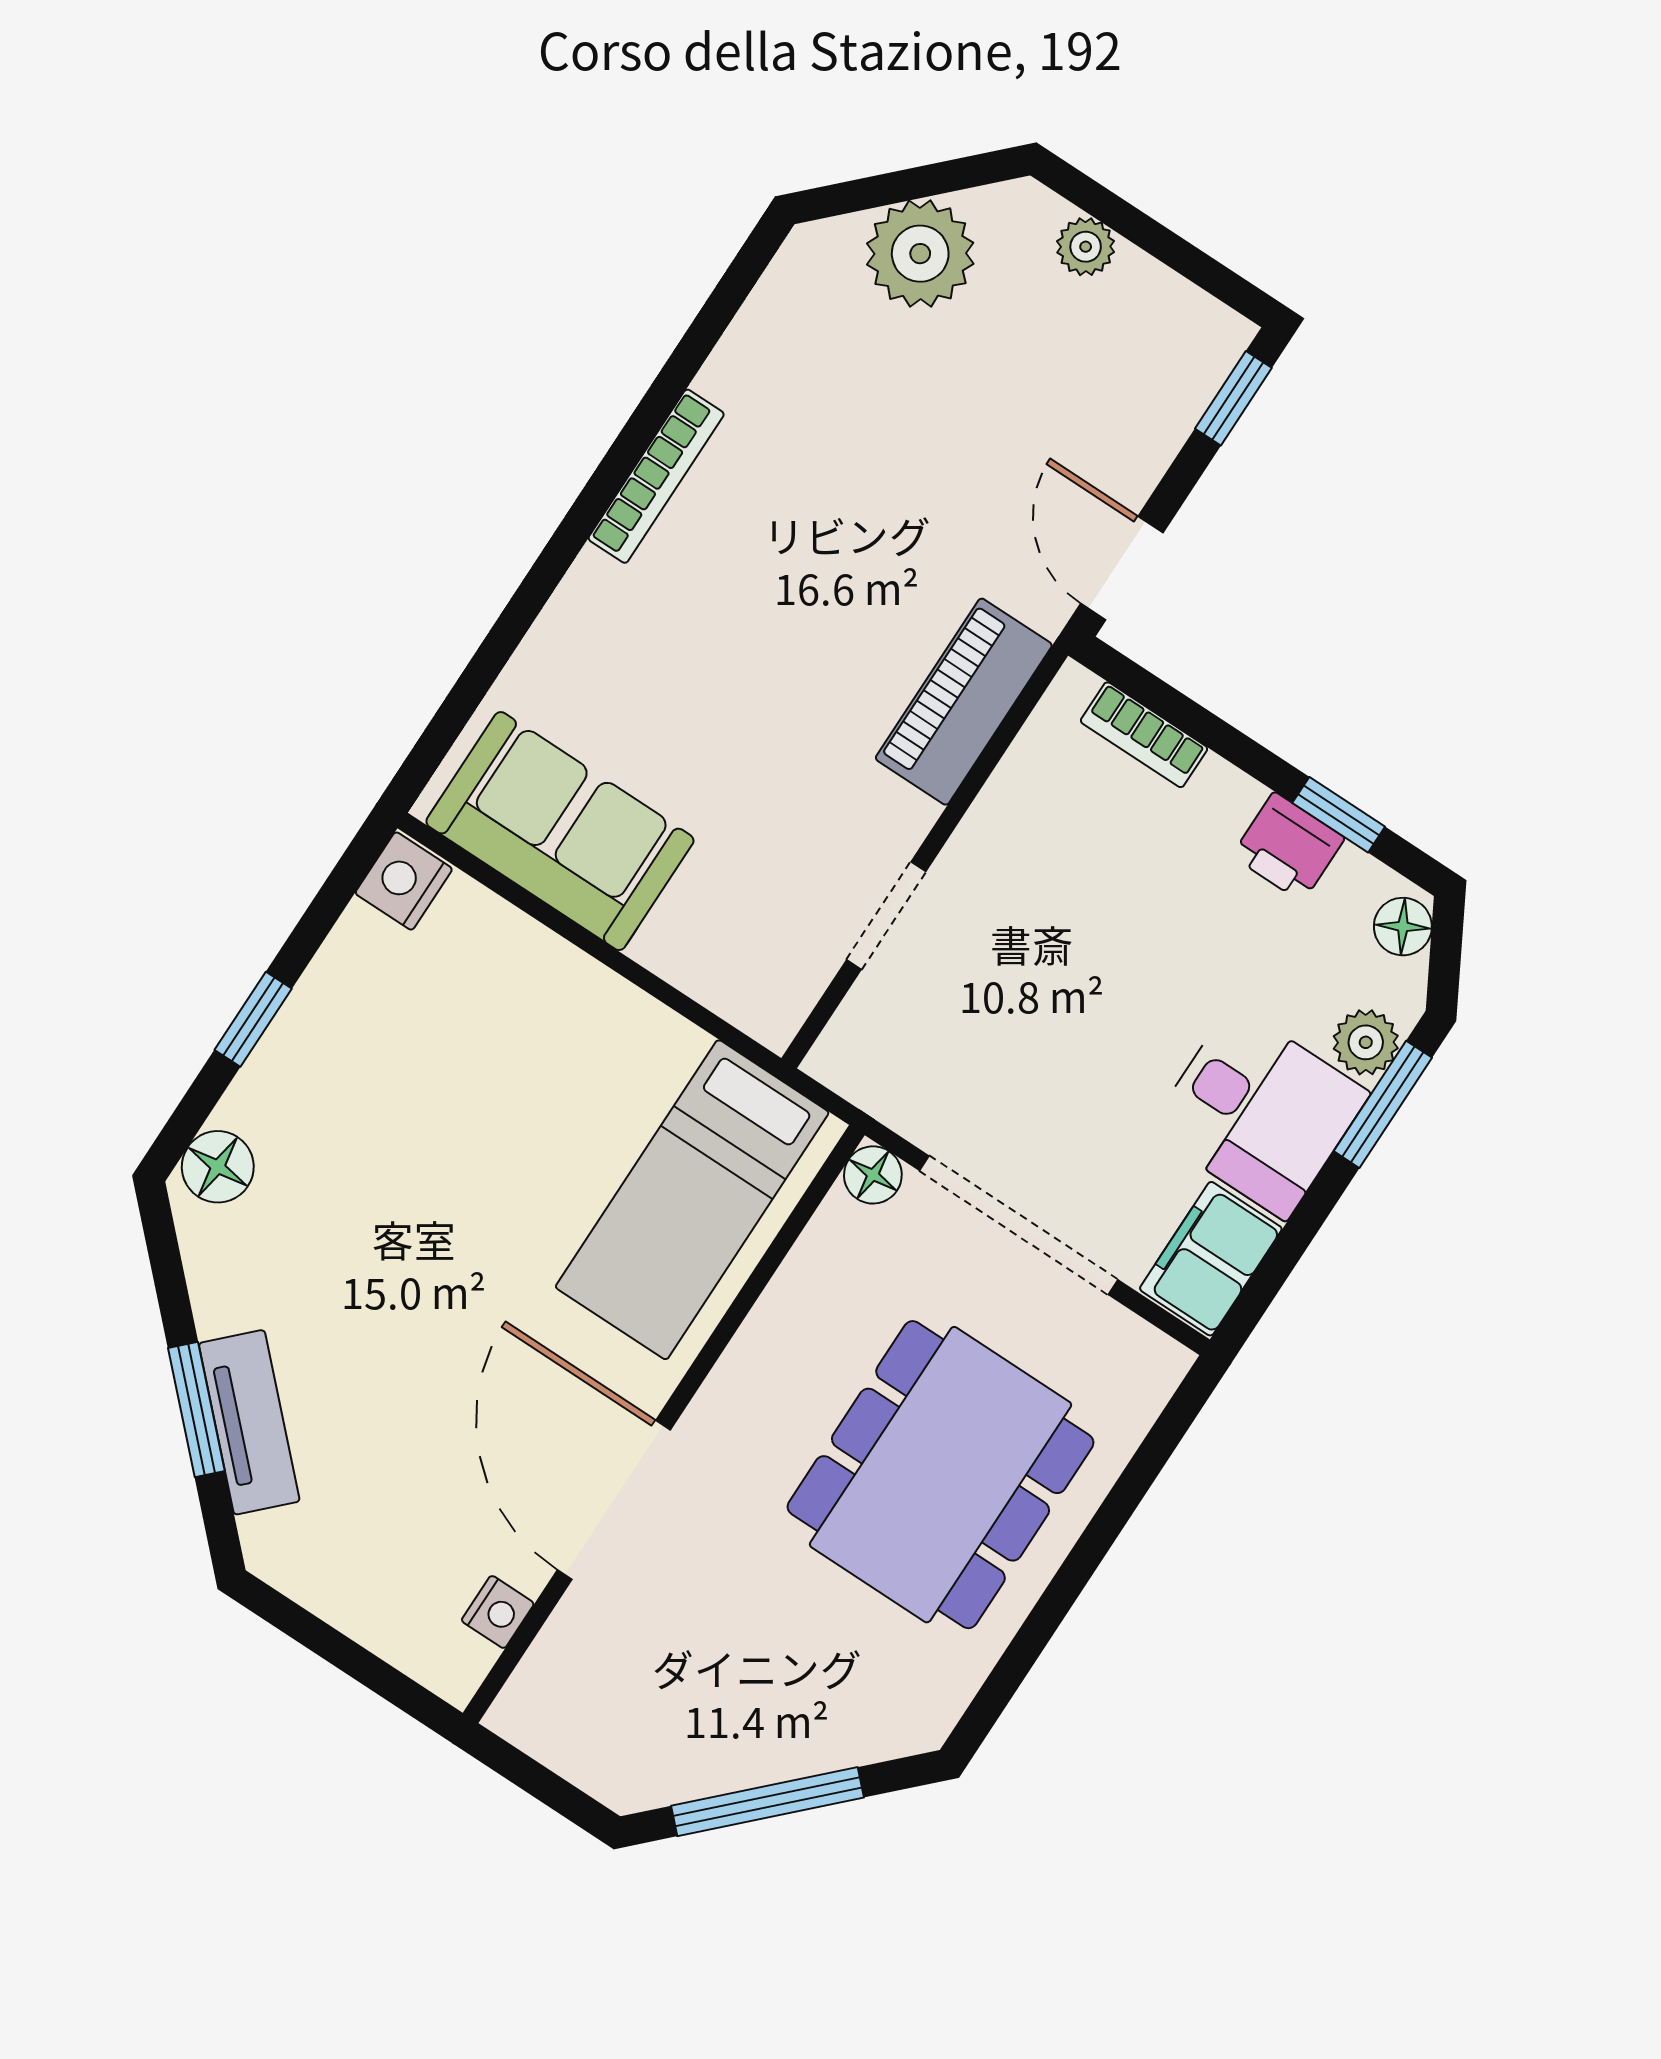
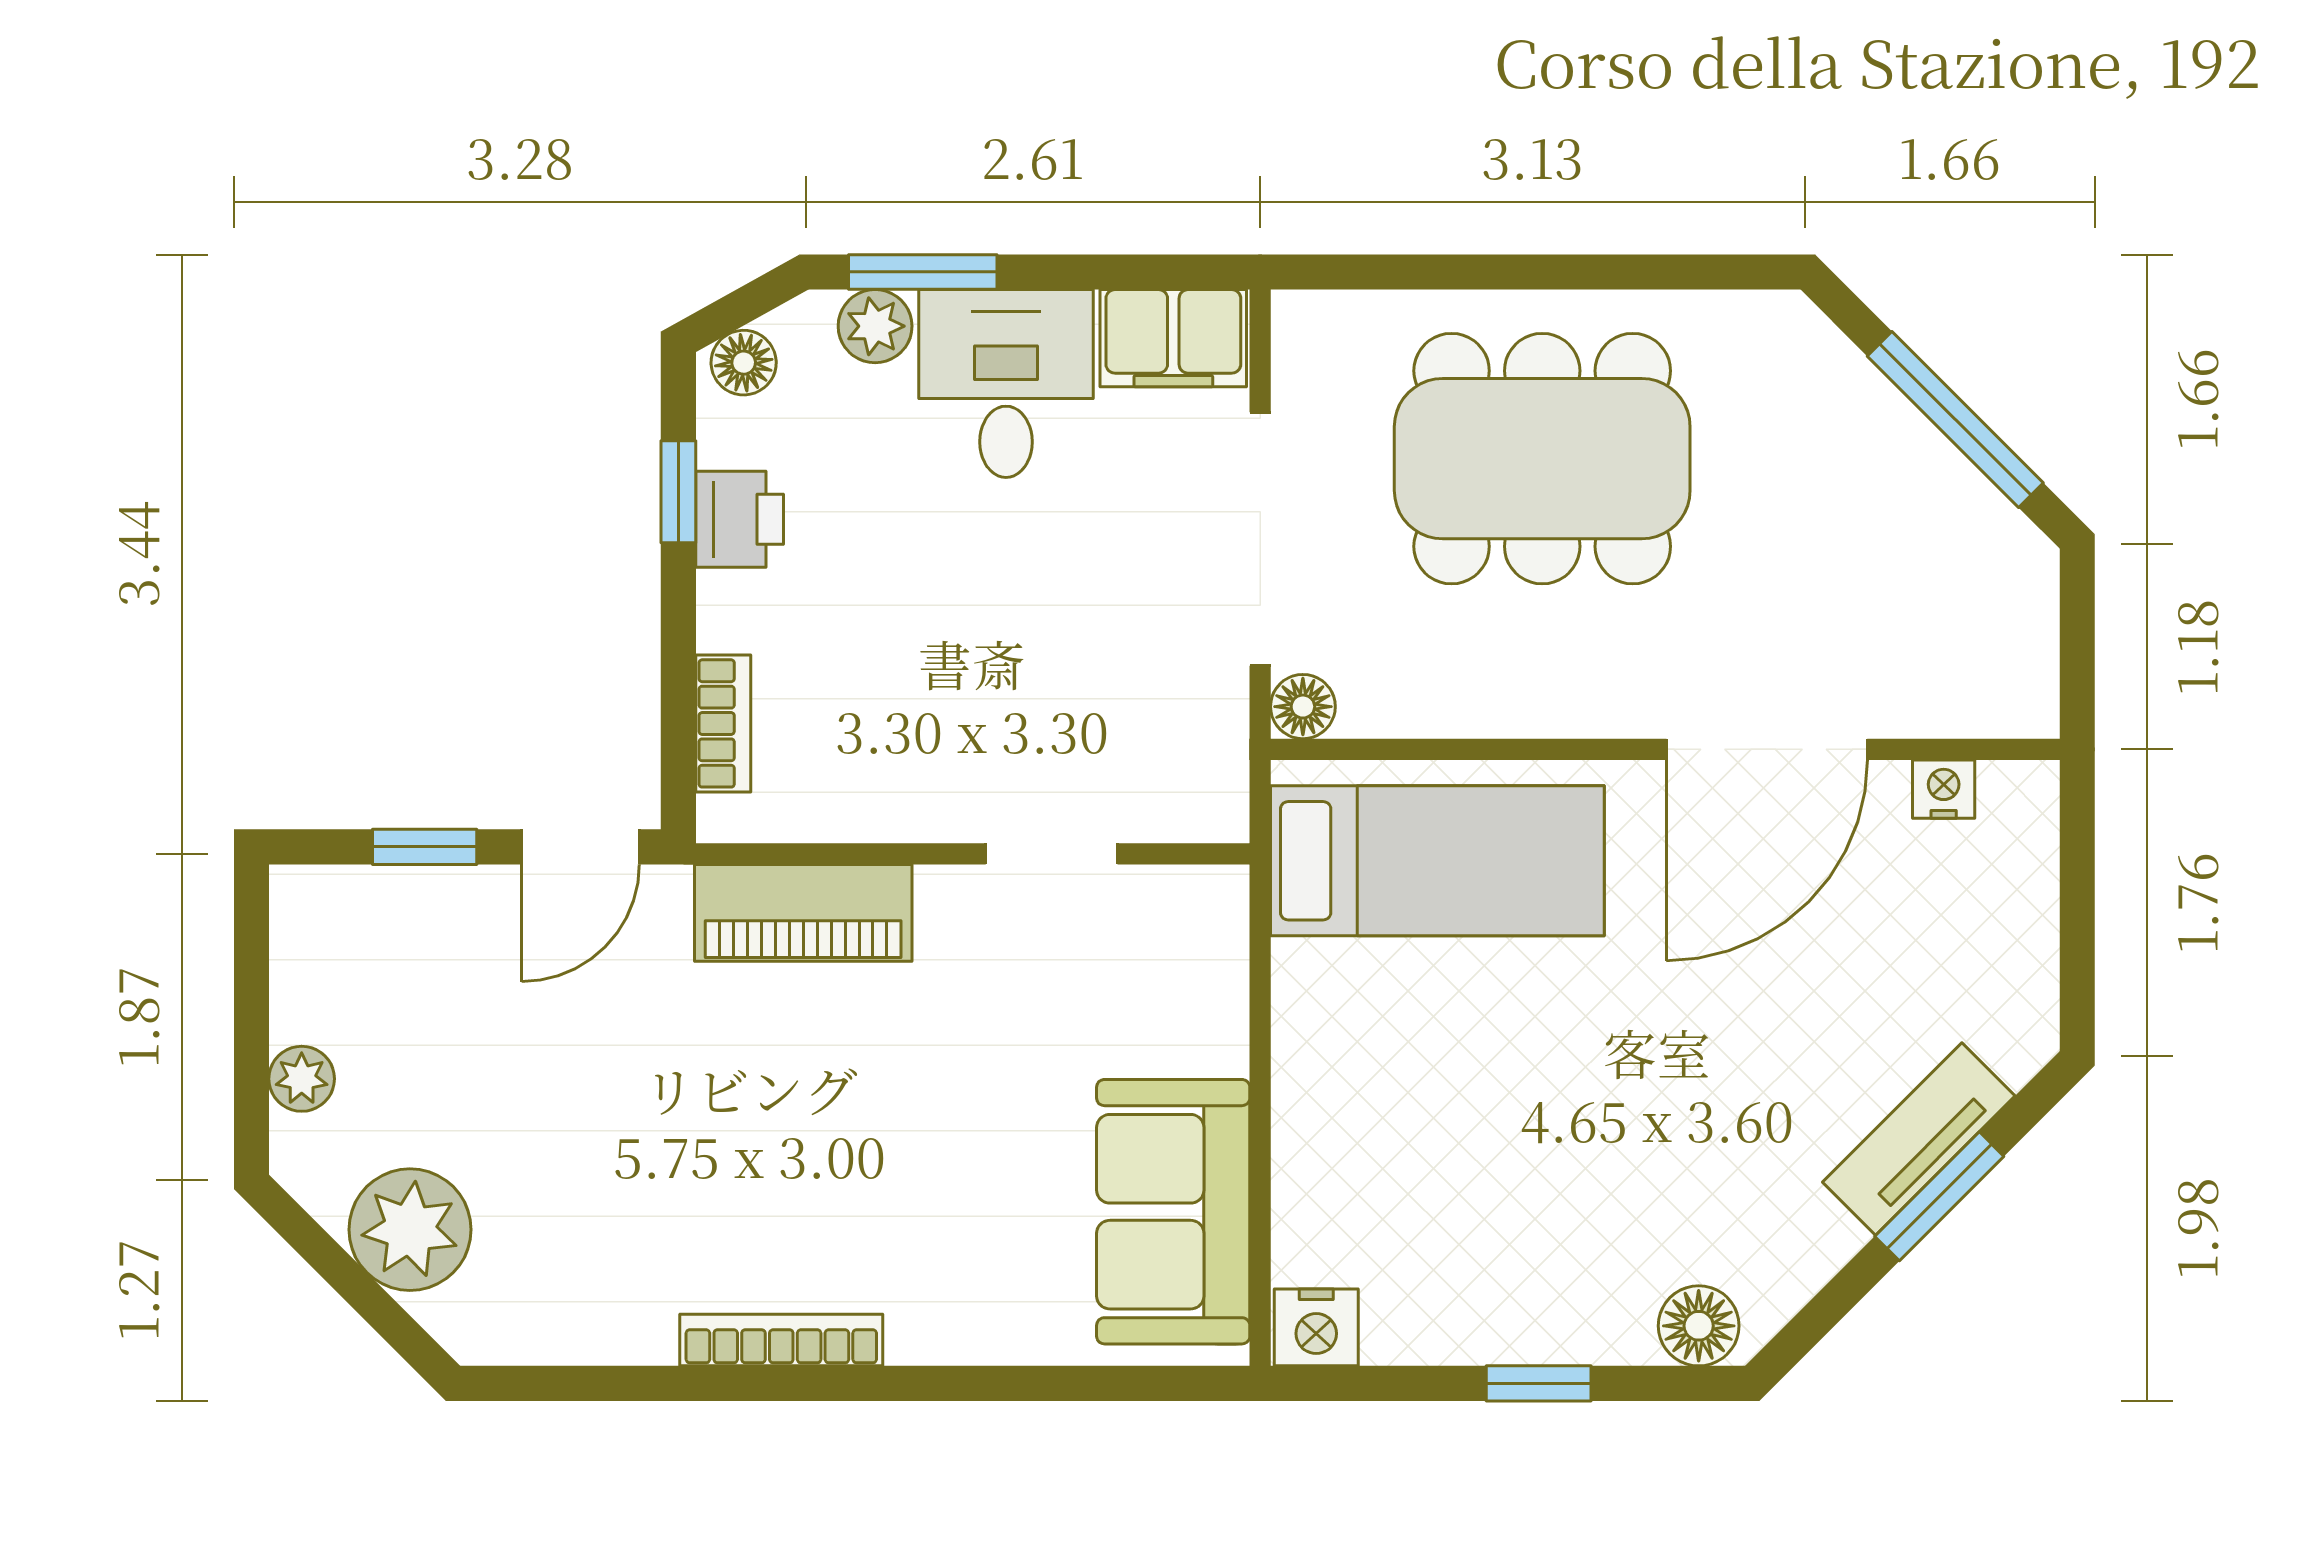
window: (1233, 398) -> (425, 847), moved

